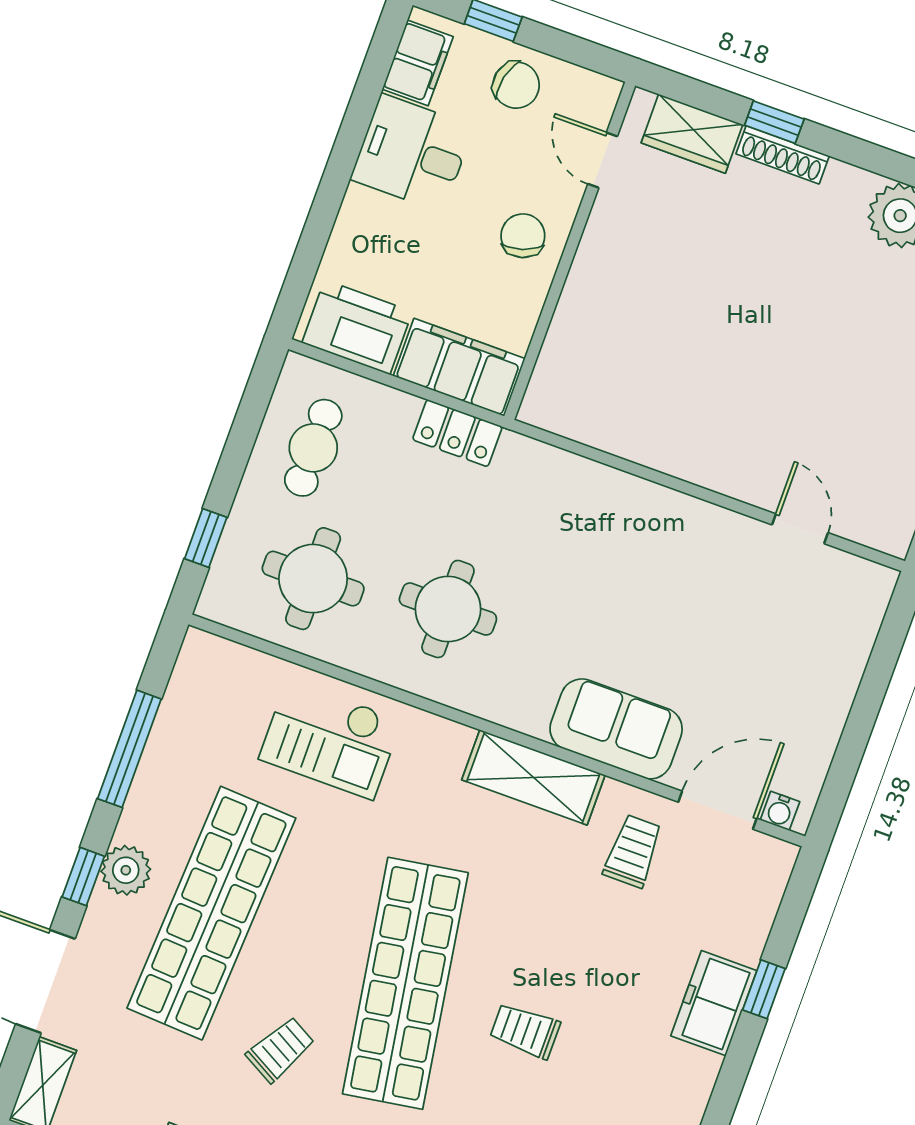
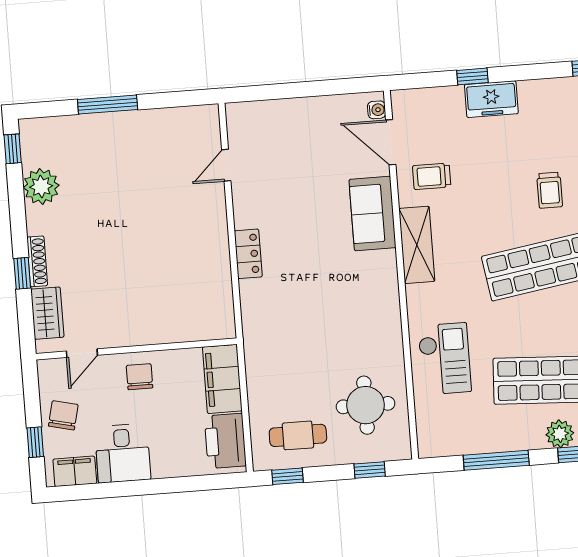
chair: (523, 236) -> (140, 377), turned 108
window: (255, 401) -> (288, 476), added
locker: (457, 433) -> (248, 254), moved
round table: (448, 609) -> (350, 328), removed

